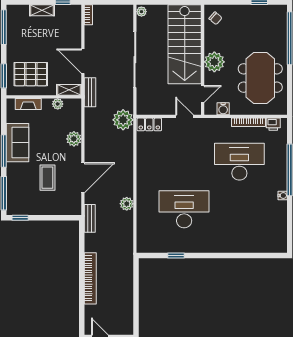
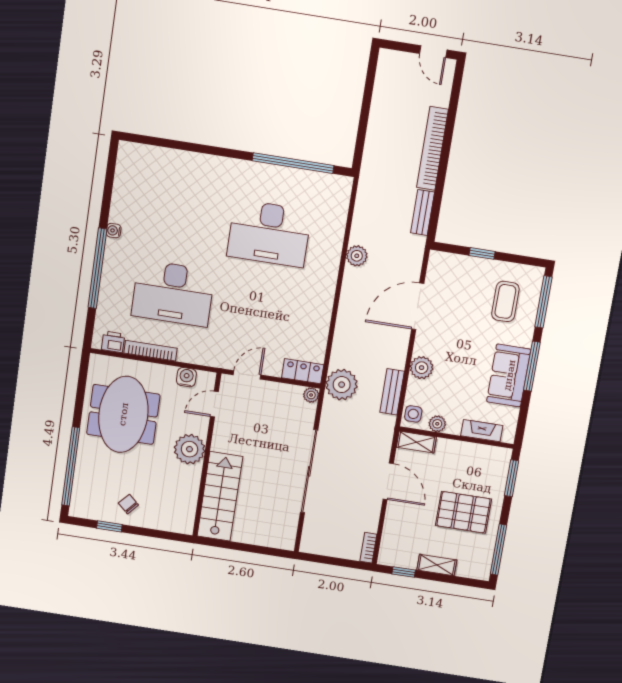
plant: (141, 12) -> (311, 395), moved
chair: (215, 18) -> (128, 504), moved
stairs: (185, 44) -> (220, 496), width x0.73, depth x0.66
pallet: (31, 74) -> (463, 512), moved
bench: (90, 92) -> (392, 392), moved
side table: (74, 108) -> (413, 414), added
door: (185, 116) -> (247, 375), swing flipped
coffee table: (47, 178) -> (505, 301), moved
window: (20, 218) -> (482, 253), moved
bench: (90, 218) -> (423, 213), moved
window: (176, 255) -> (293, 163), width x3.17

